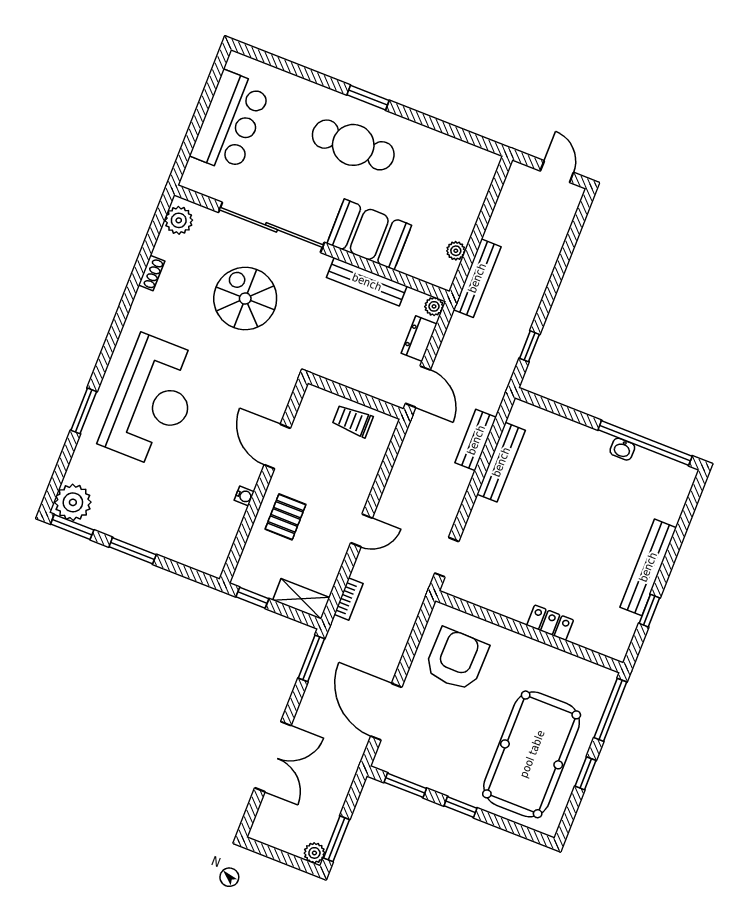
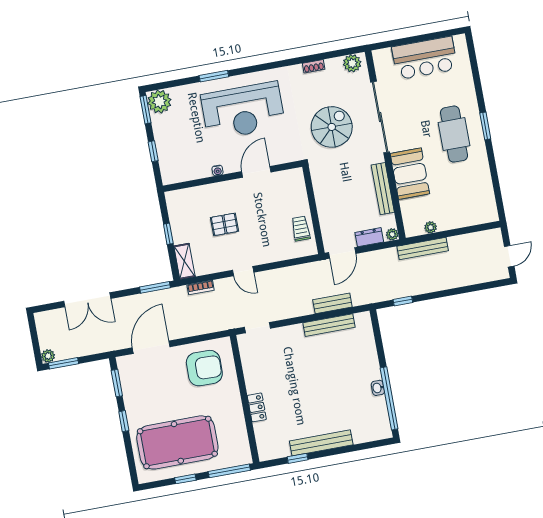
door: (277, 447) -> (256, 172), moved
wall: (264, 481) -> (232, 176), moved
water cooler: (244, 496) -> (218, 170), moved
window: (133, 551) -> (153, 151), width x0.67

